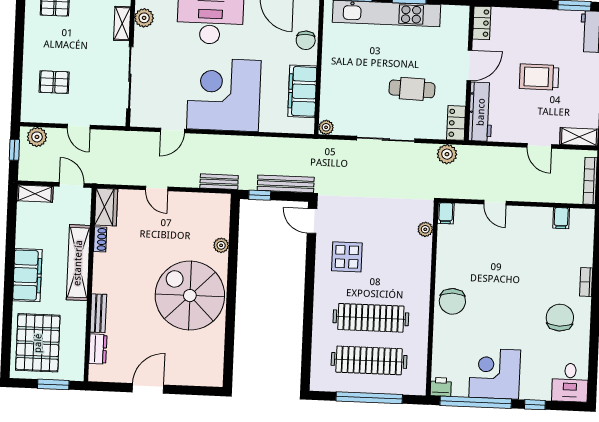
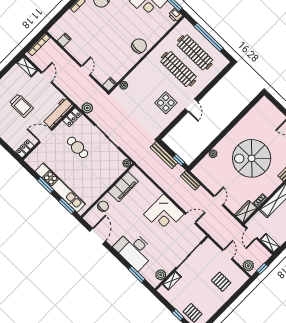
corner desk: (224, 95) -> (164, 214), width x0.74, depth x0.74
door: (312, 221) -> (191, 105), moved
spiral stairs: (190, 296) -> (252, 158), moved, turned 90

